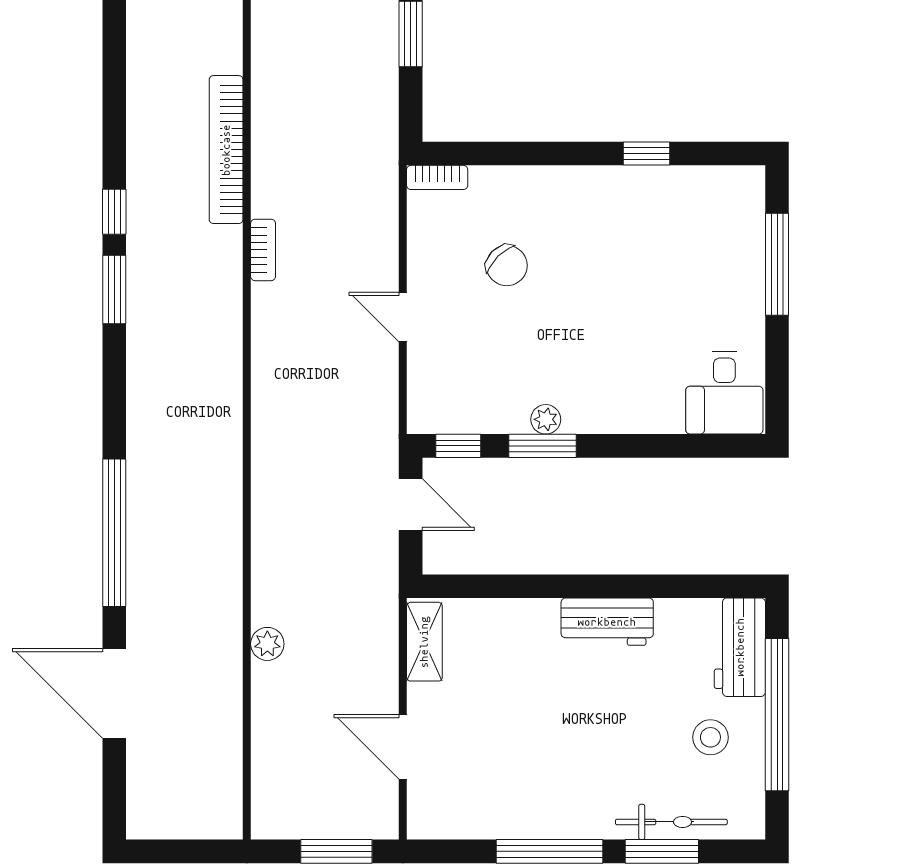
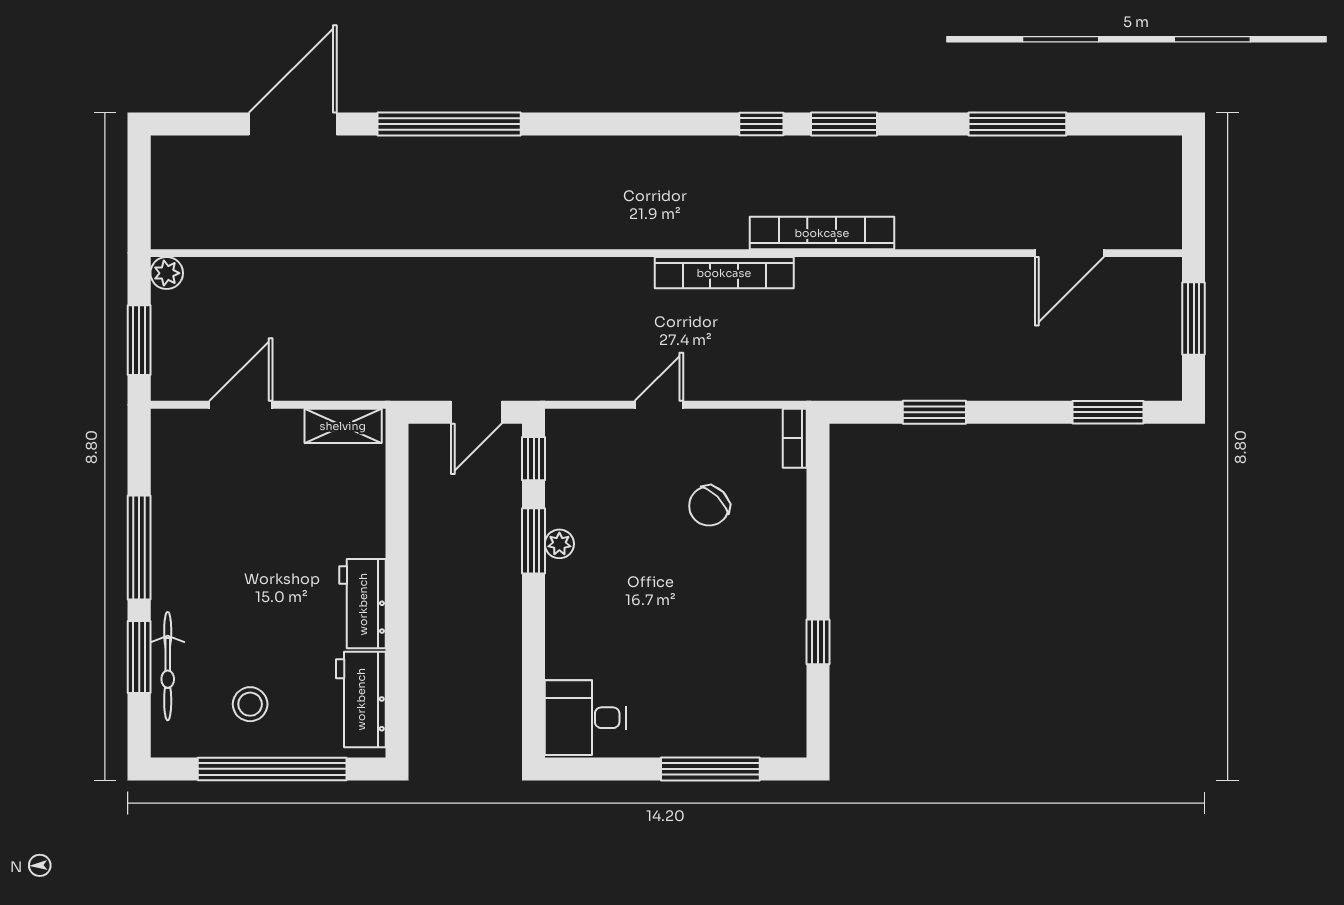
bookcase: (263, 250) -> (724, 273), width x2.31, depth x1.31
window: (114, 290) -> (844, 124), moved
plant: (267, 644) -> (167, 273), moved
workbench: (740, 647) -> (361, 699), moved, turned -90

